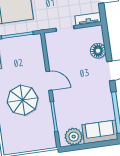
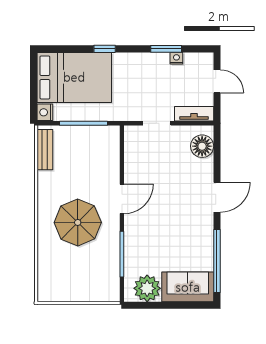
floor lamp: (98, 51) -> (202, 146), moved
door: (49, 81) -> (122, 199), hinge flipped

